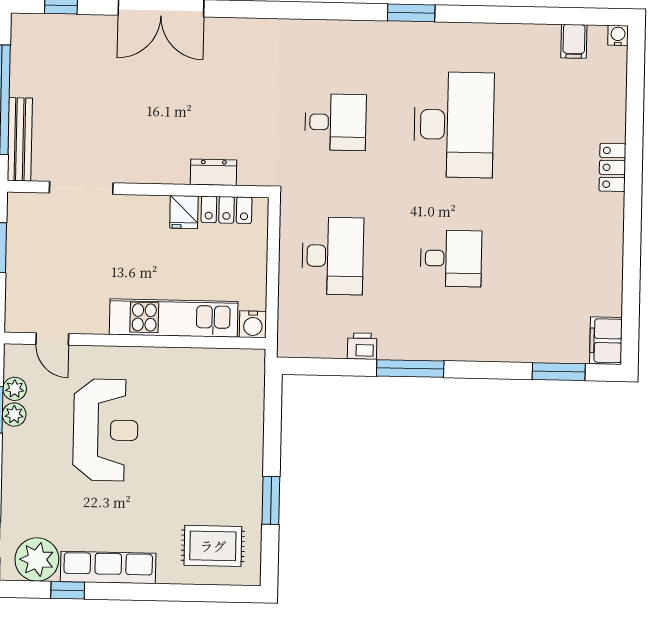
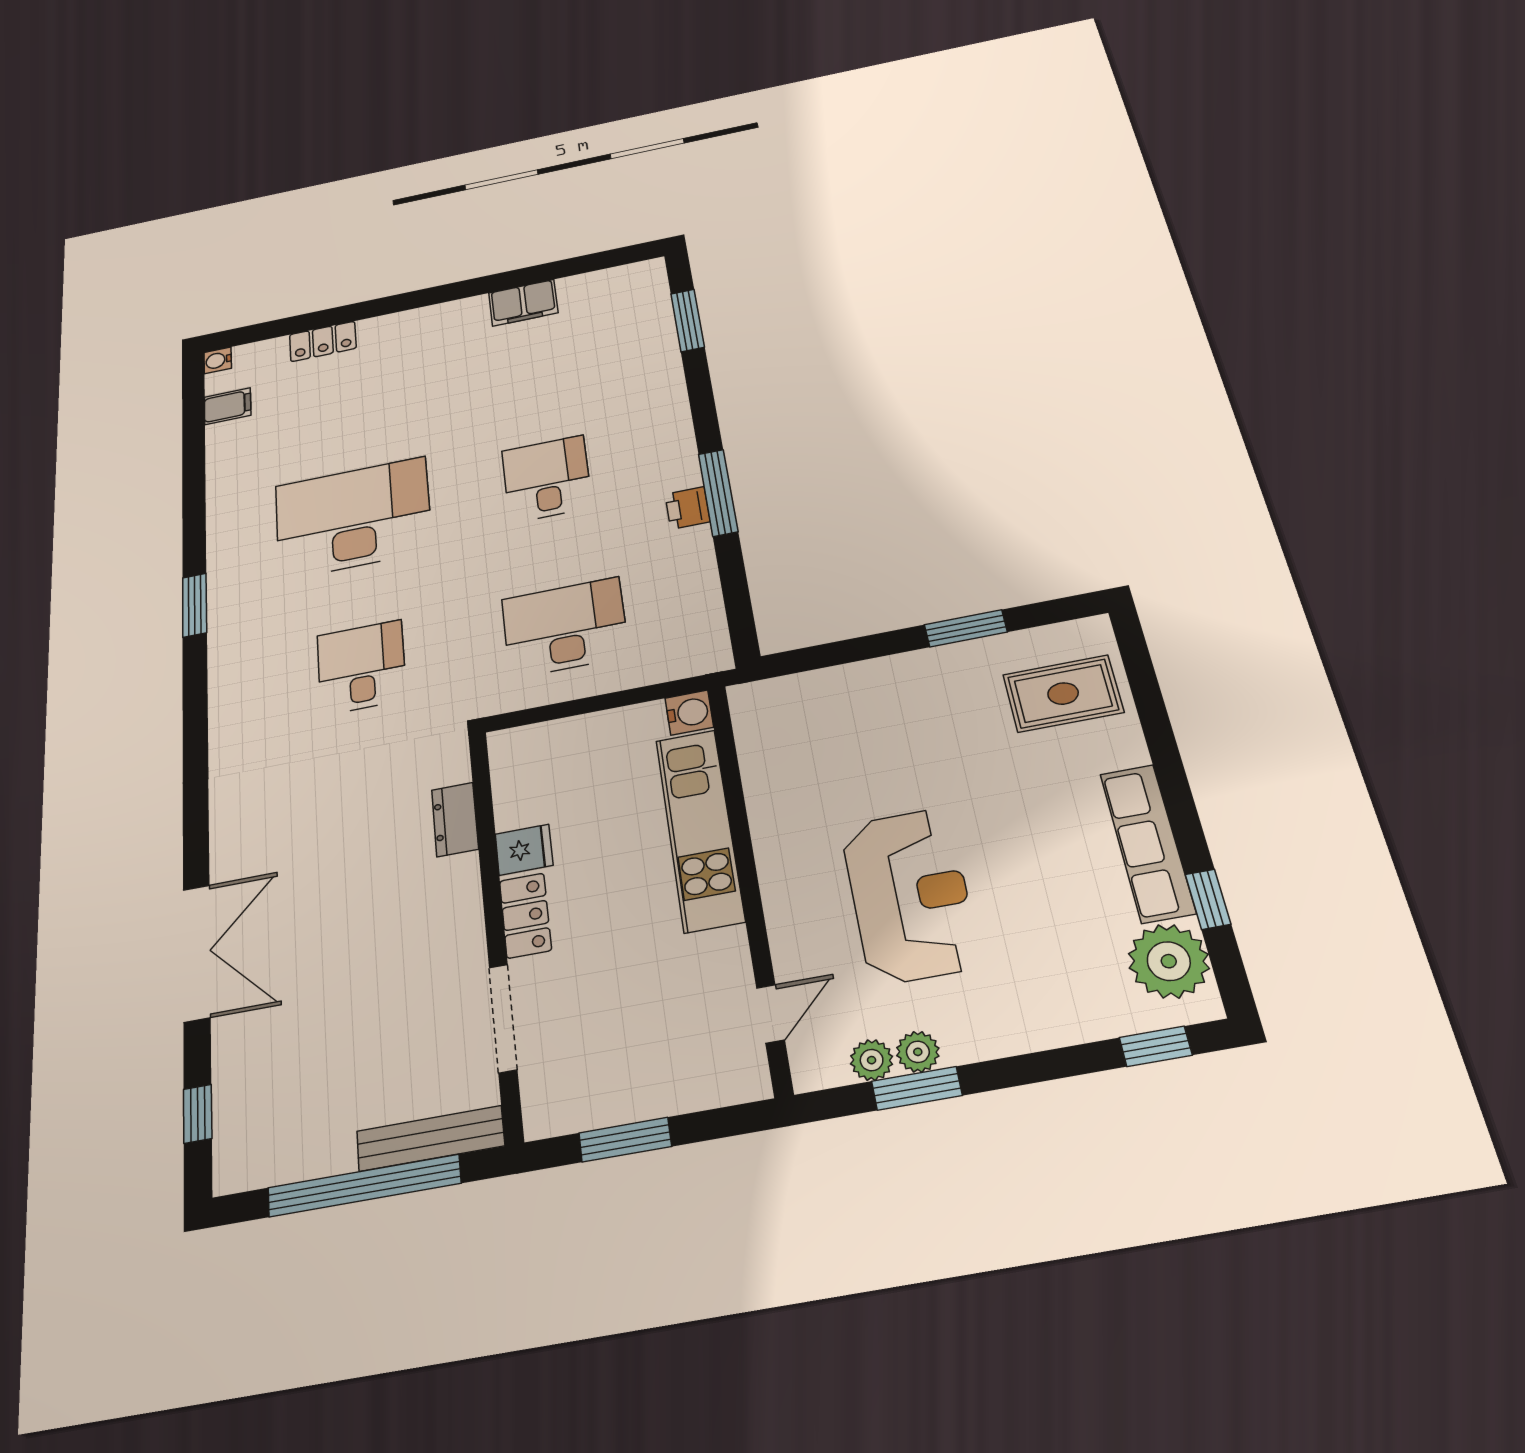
locker: (612, 167) -> (323, 341), moved
locker: (226, 210) -> (525, 915), moved
filing cabinet: (606, 341) -> (523, 303), moved
printer: (362, 346) -> (687, 508), moved
reception desk: (106, 430) -> (910, 895), turned 90
rug: (213, 546) -> (1063, 694), turned 90

